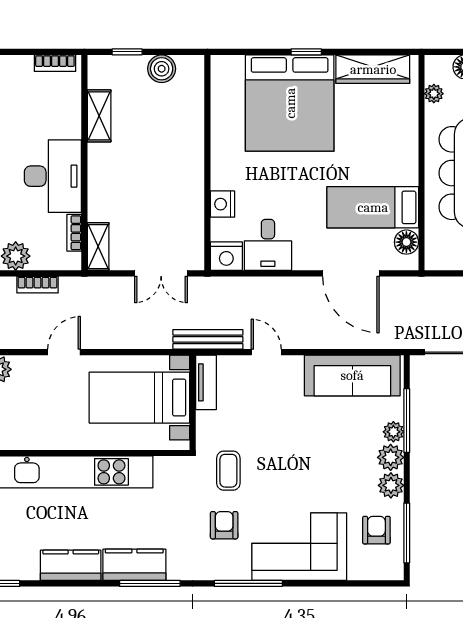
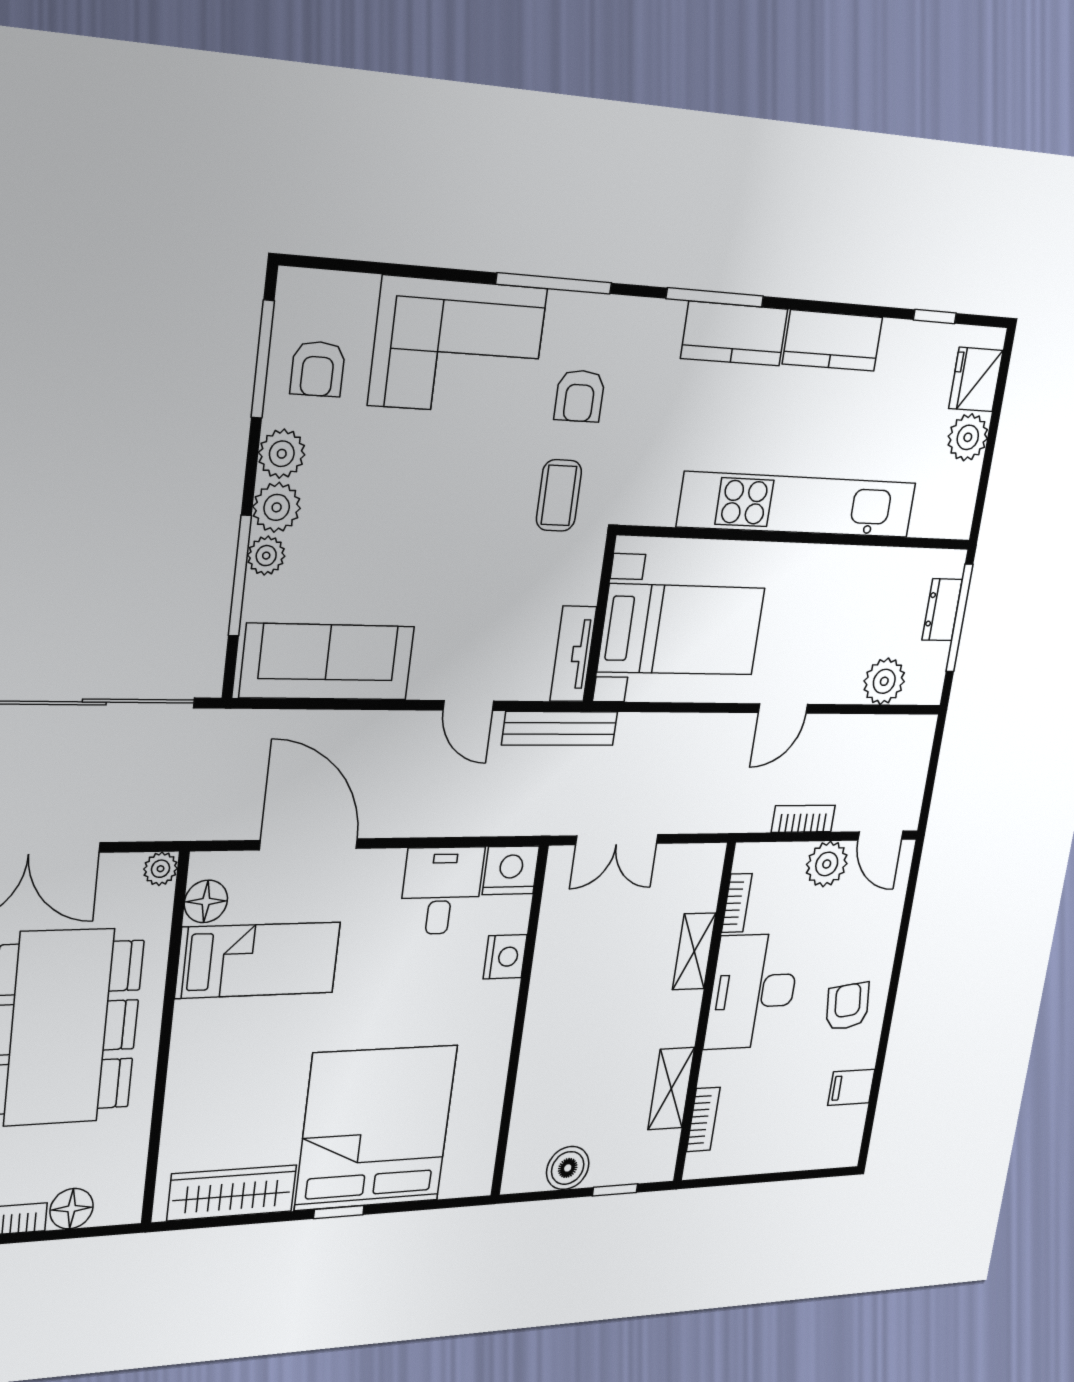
bookcase: (55, 63) -> (703, 1119), moved, turned 90
plant: (434, 94) -> (161, 869), moved
shelving: (98, 247) -> (694, 951), moved
double door: (161, 273) -> (617, 840), swing flipped

